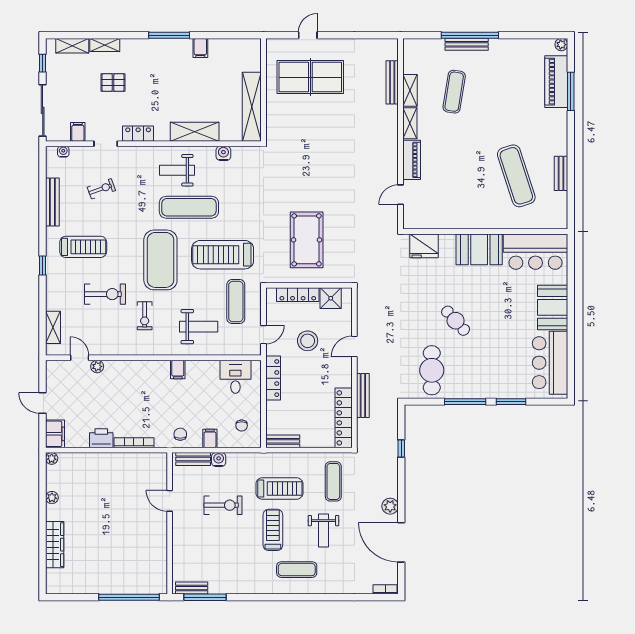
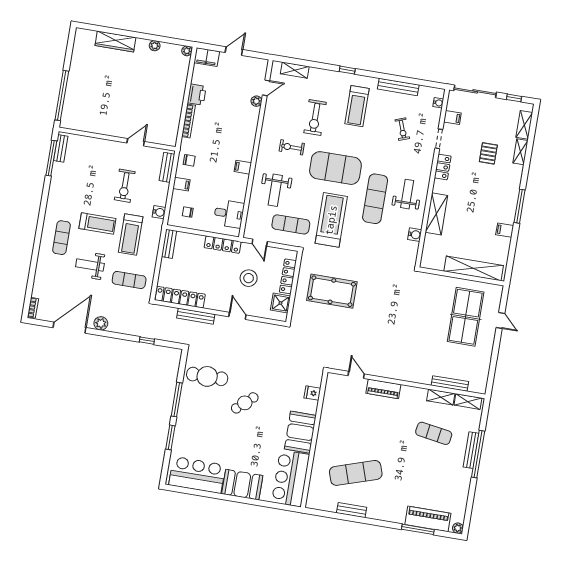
shelving: (252, 107) -> (474, 268), moved
shelving: (410, 123) -> (468, 402), moved
fridge: (424, 246) -> (312, 393), width x0.53, depth x0.75
water cooler: (219, 460) -> (159, 212), moved

